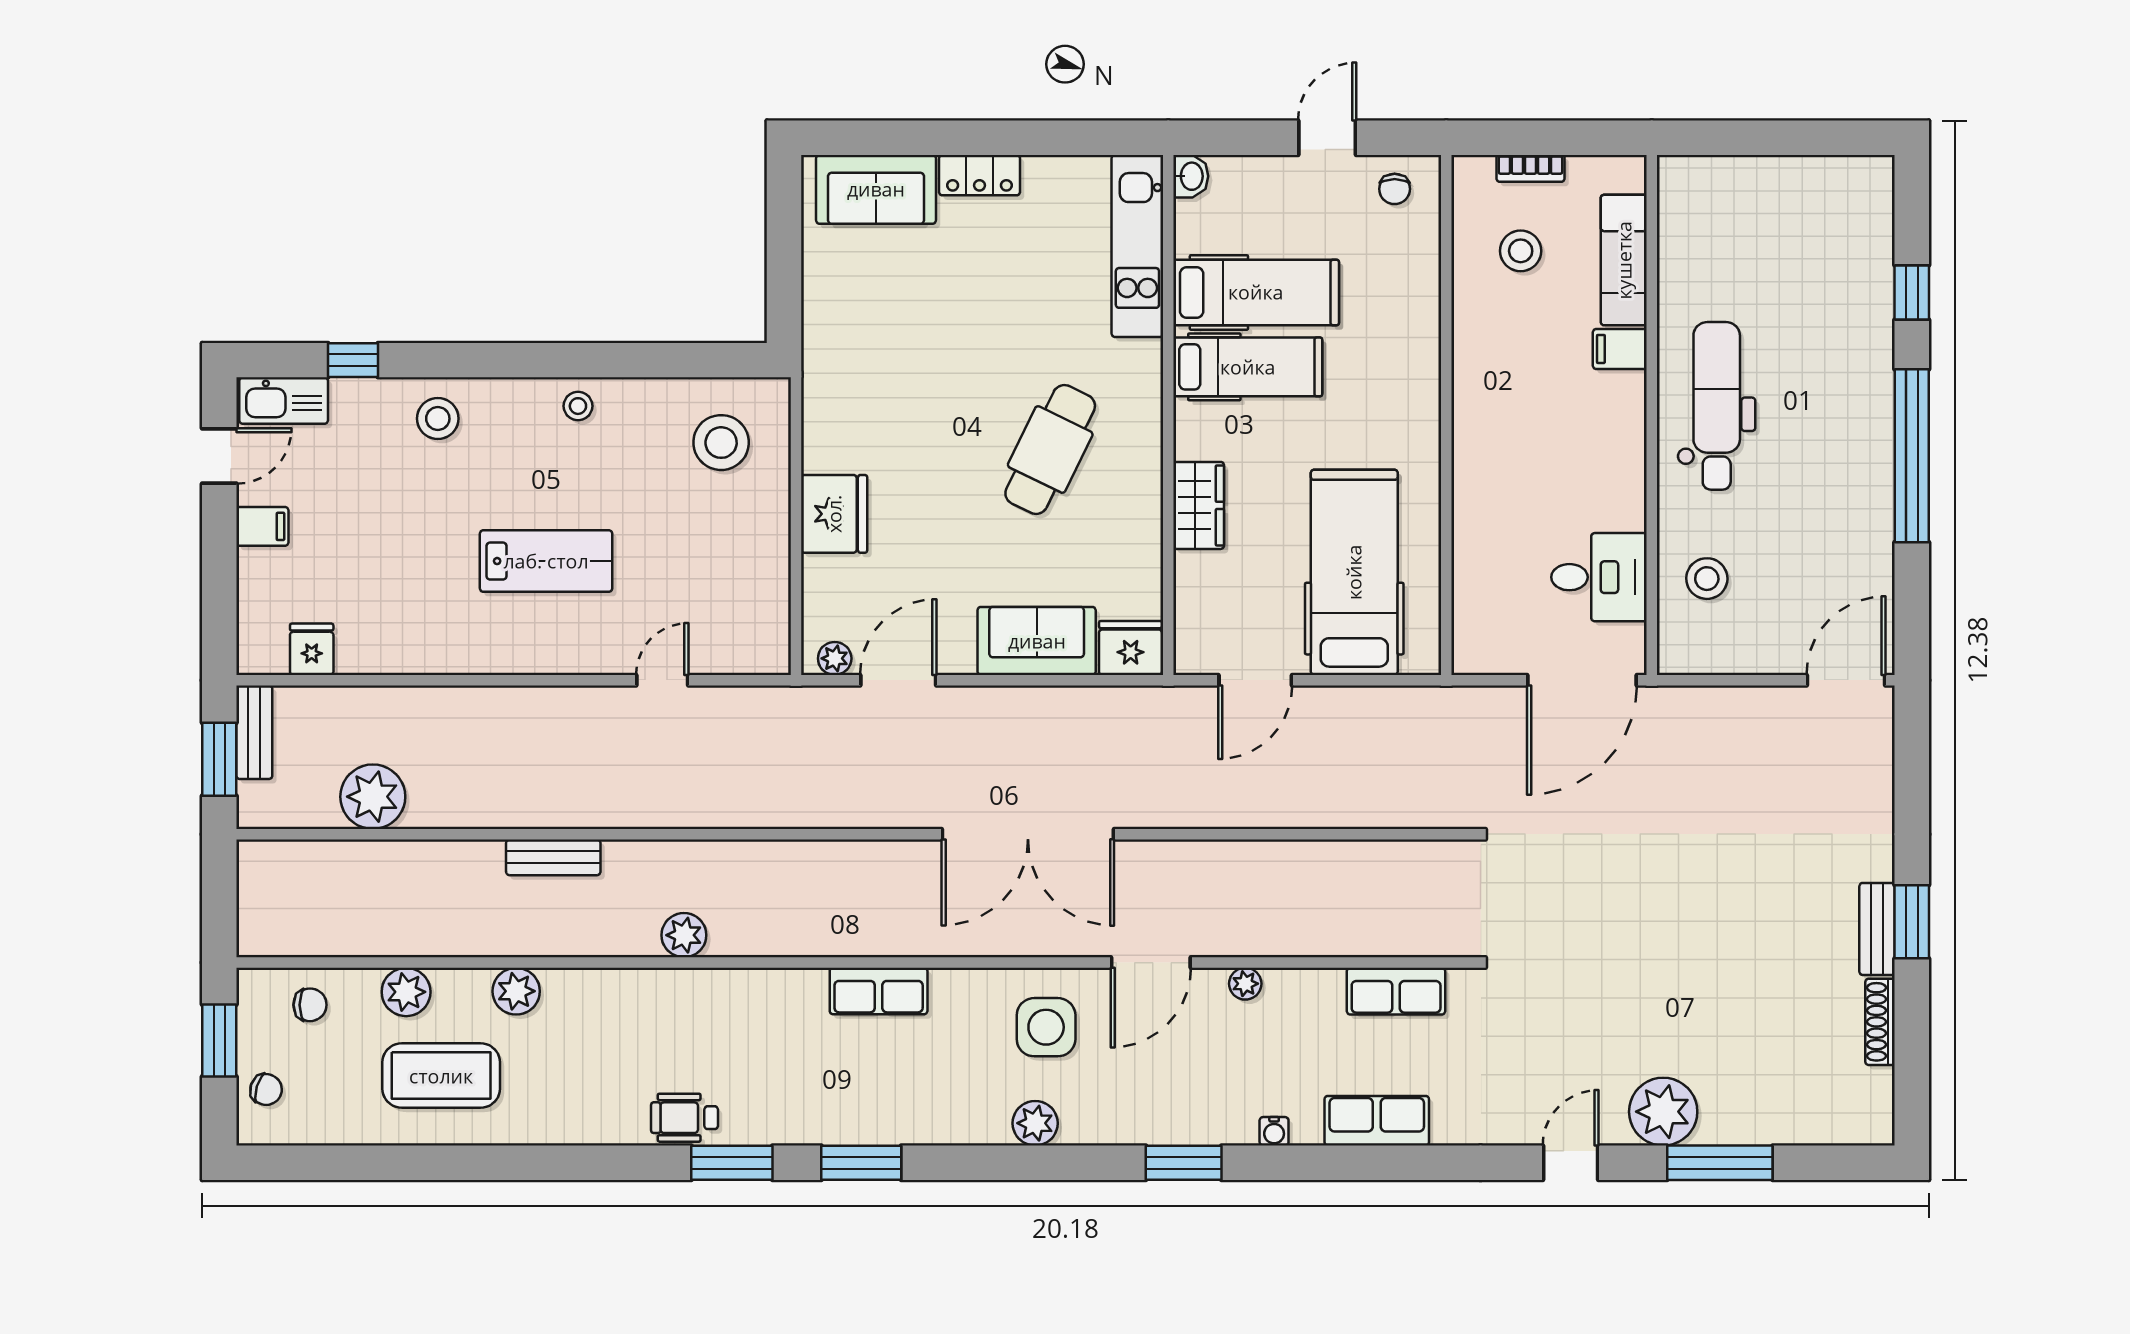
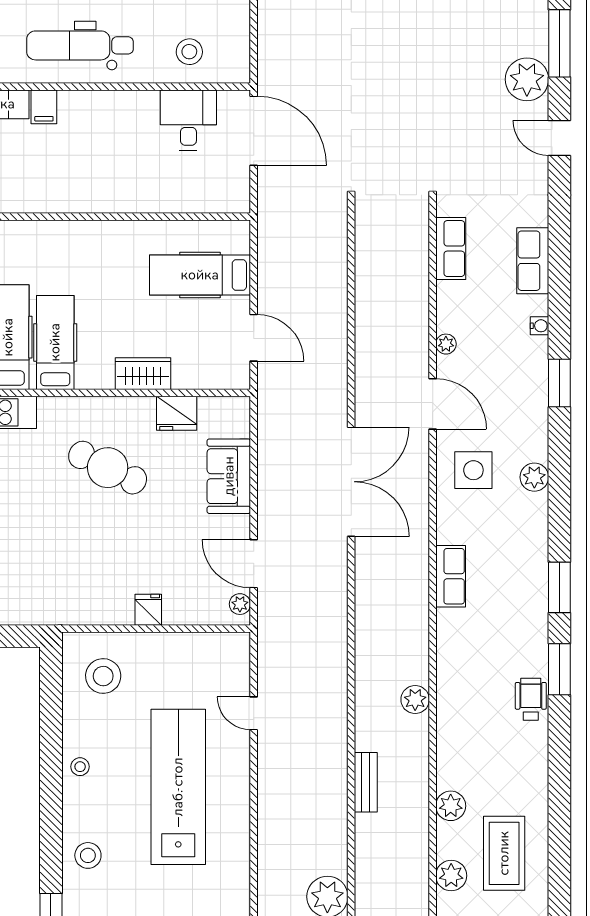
fridge: (834, 514) -> (148, 610), width x0.53, depth x0.75
lab bench: (546, 561) -> (178, 787), width x1.86, depth x1.39
hospital bed: (1354, 572) -> (200, 275), width x0.73, depth x0.78
fridge: (1131, 648) -> (177, 413), moved, turned -90
wheelchair: (684, 1118) -> (531, 699), turned 180

